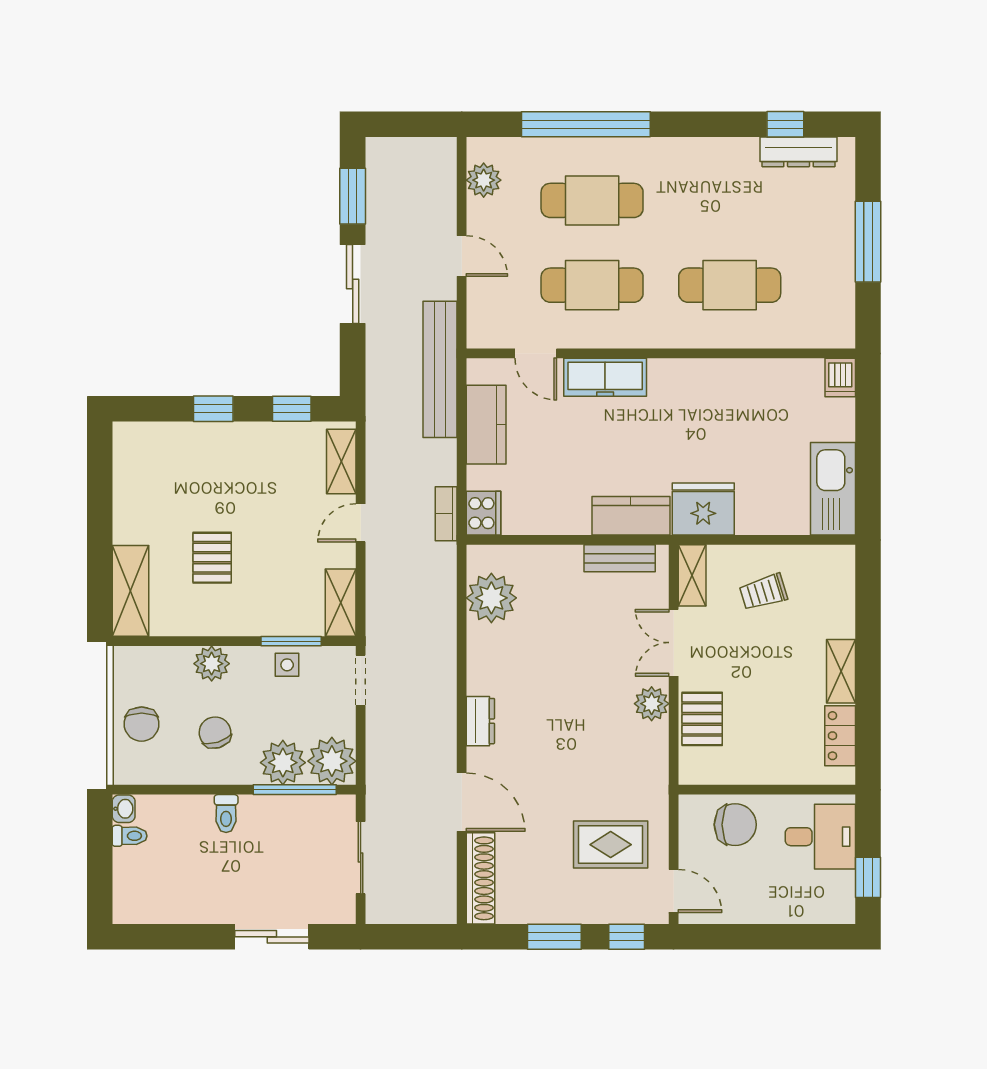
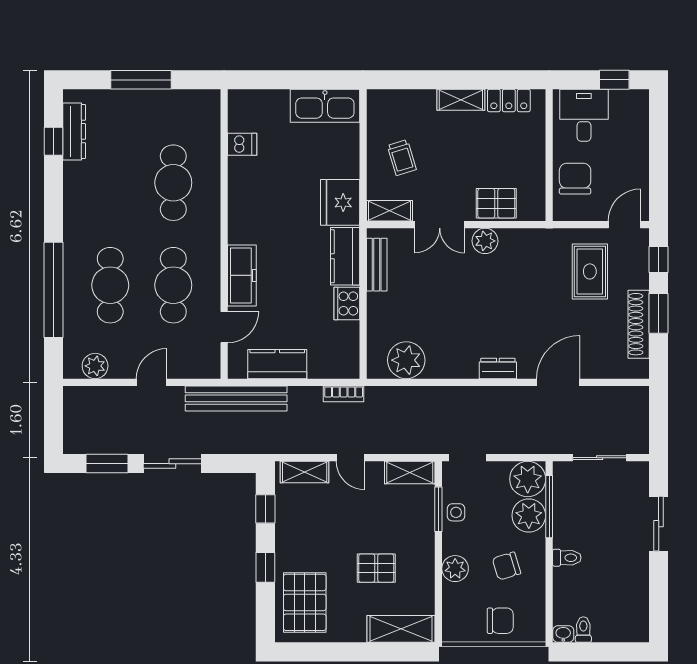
dishwasher: (840, 378) -> (242, 144), moved
pallet: (166, 462) -> (305, 602), added
cooker: (484, 513) -> (347, 303), moved, turned -90
shoe rack: (481, 878) -> (639, 324), moved, turned -90

